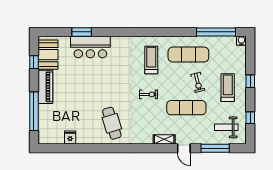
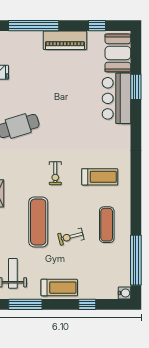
booth: (48, 55) -> (118, 53), moved, turned 90
exercise mat: (188, 55) -> (107, 225), width x0.73, depth x0.69
window: (250, 81) -> (87, 304), moved
treadmill: (228, 88) -> (59, 288), moved
window: (250, 118) -> (25, 304), width x2.17

